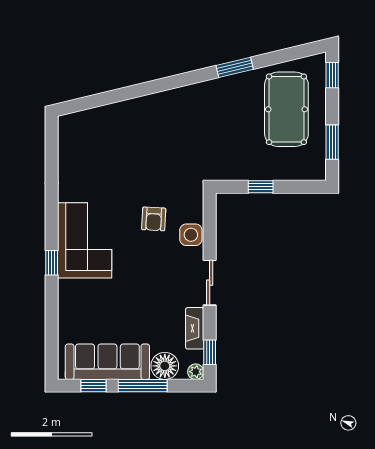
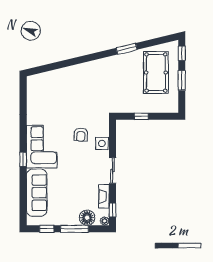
window: (332, 142) -> (182, 80), moved
sofa: (107, 362) -> (37, 193), moved, turned 90

